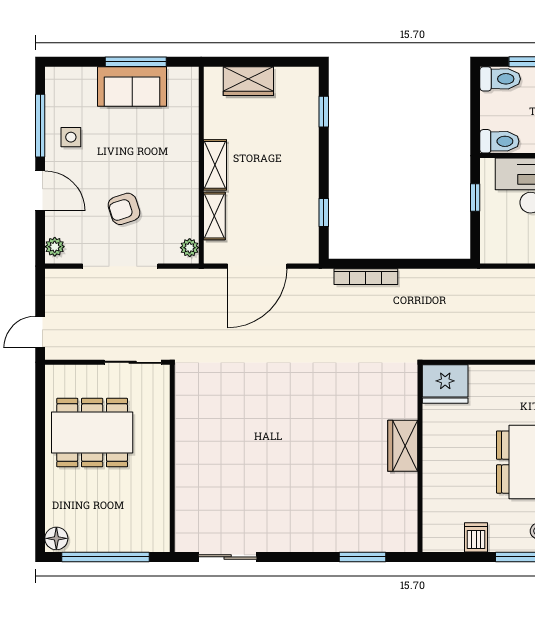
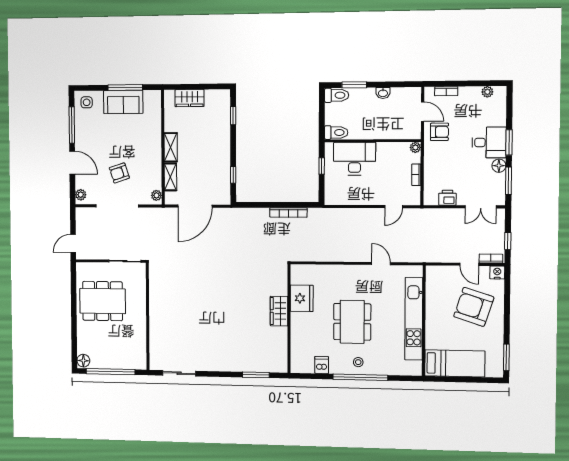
side table: (71, 137) -> (87, 102), moved
bookcase: (366, 277) -> (288, 213), moved
fridge: (445, 384) -> (302, 298), moved, turned -90

